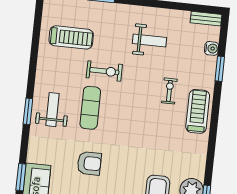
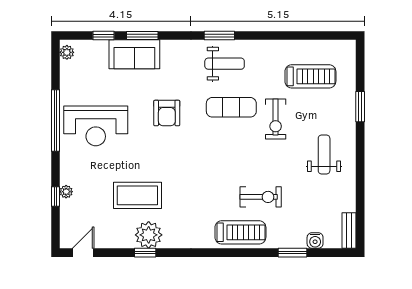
treadmill: (71, 37) -> (310, 76), turned -90
weight bench: (150, 40) -> (324, 155), moved, turned 180
exercise bike: (169, 91) -> (261, 197), width x1.38, depth x1.39

